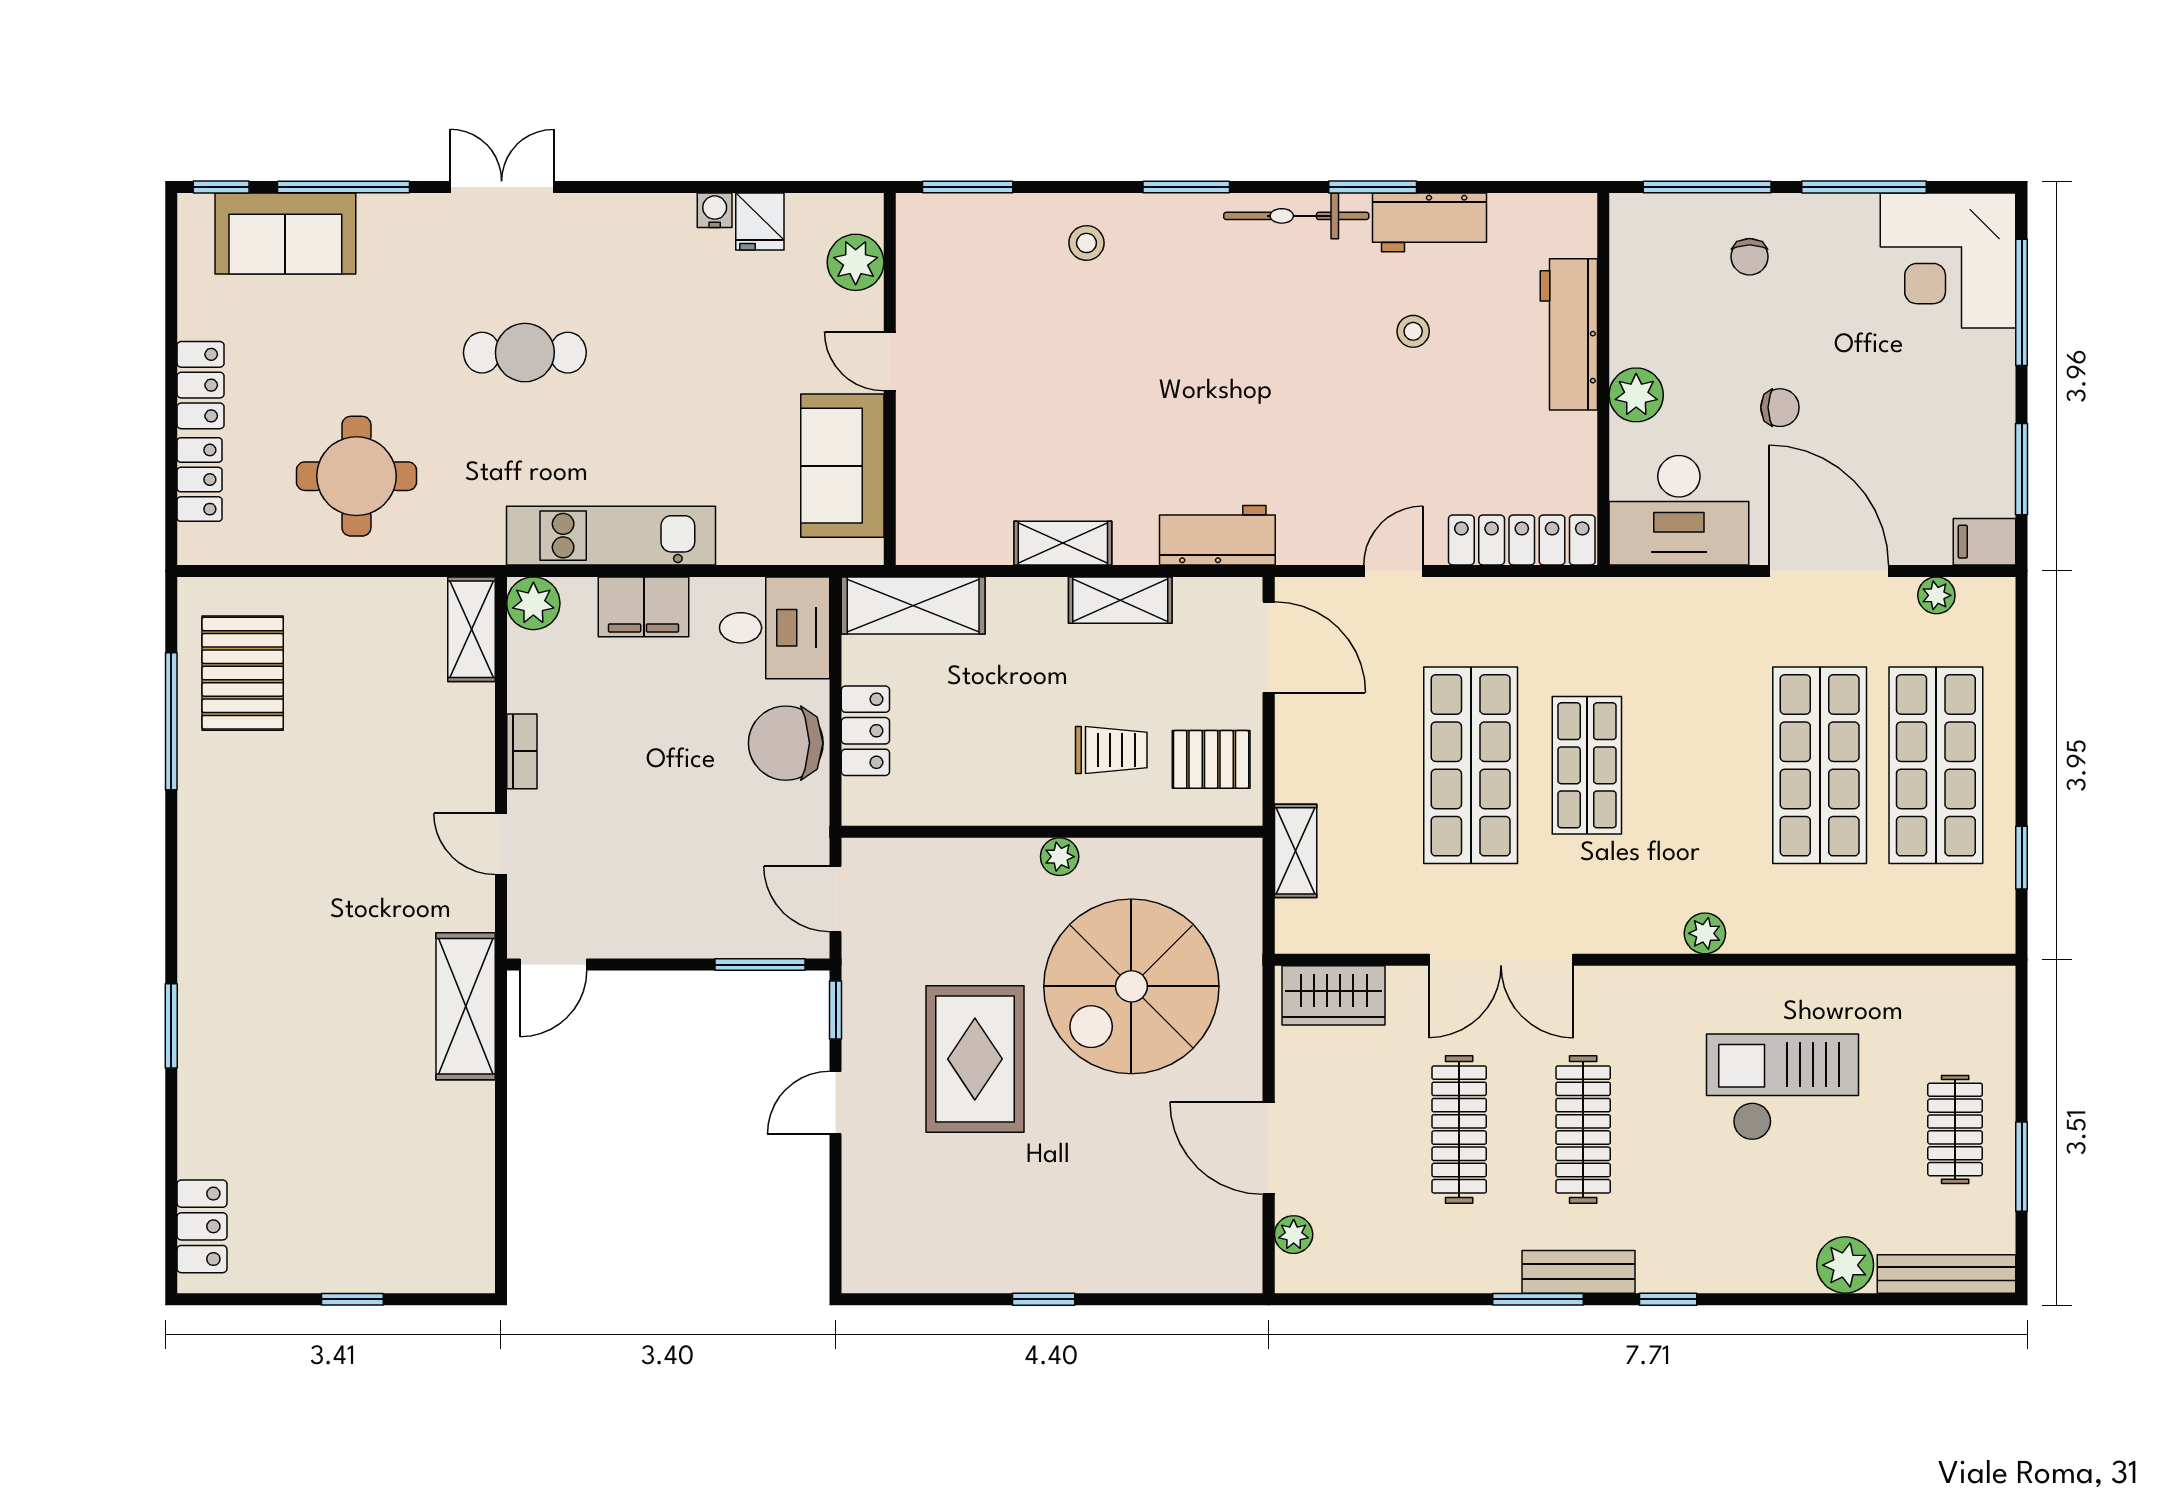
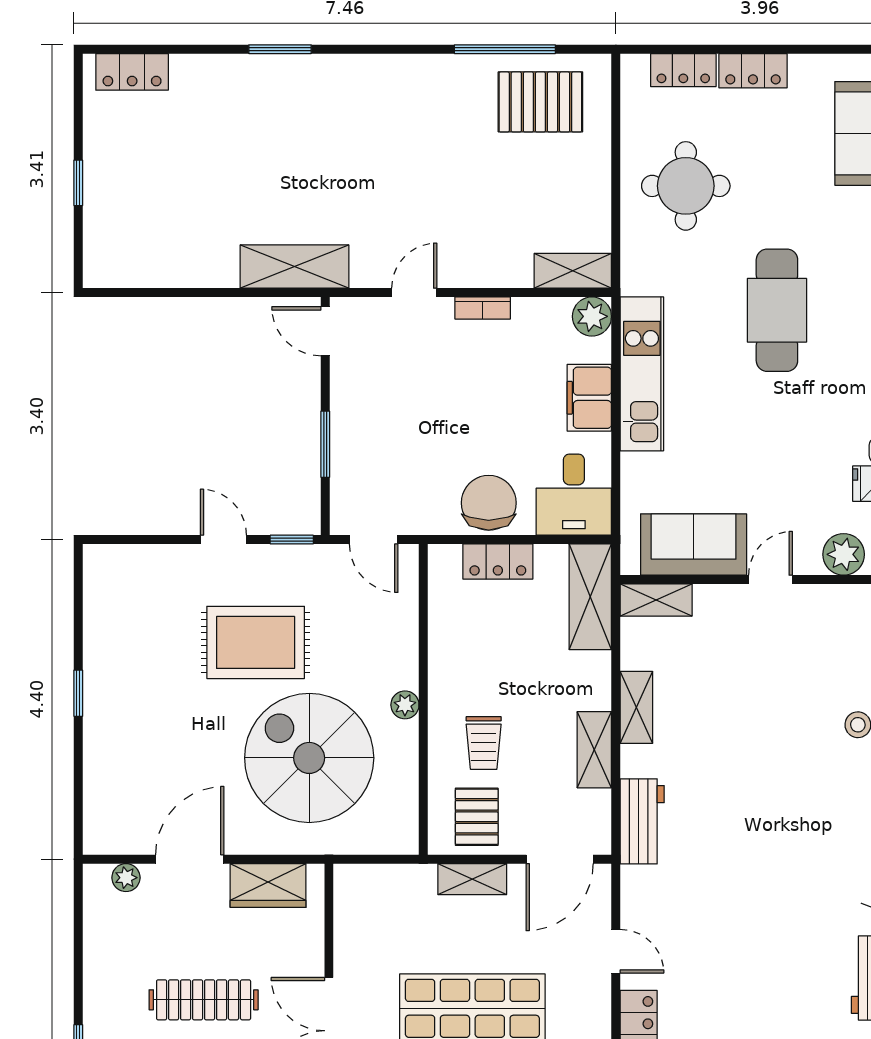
stool: (1413, 331) -> (793, 966), removed
cafe table: (525, 353) -> (777, 310), width x1.37, depth x1.35
shelving: (918, 516) -> (656, 600), added
shelving: (1296, 851) -> (472, 879), moved
door: (836, 899) -> (374, 540), swing flipped
window: (760, 965) -> (325, 444), moved
wardrobe: (1334, 995) -> (268, 886), moved, turned -90

